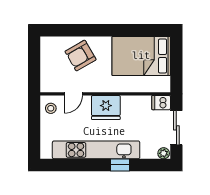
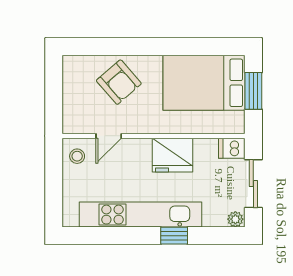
armchair: (81, 55) -> (119, 82), turned -101
window: (176, 62) -> (253, 91), added
fridge: (106, 107) -> (173, 155), moved

